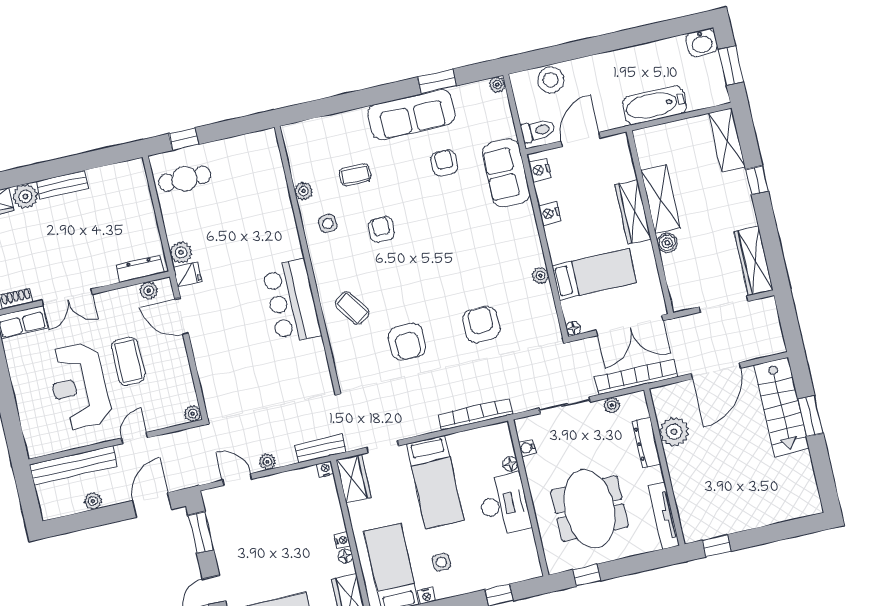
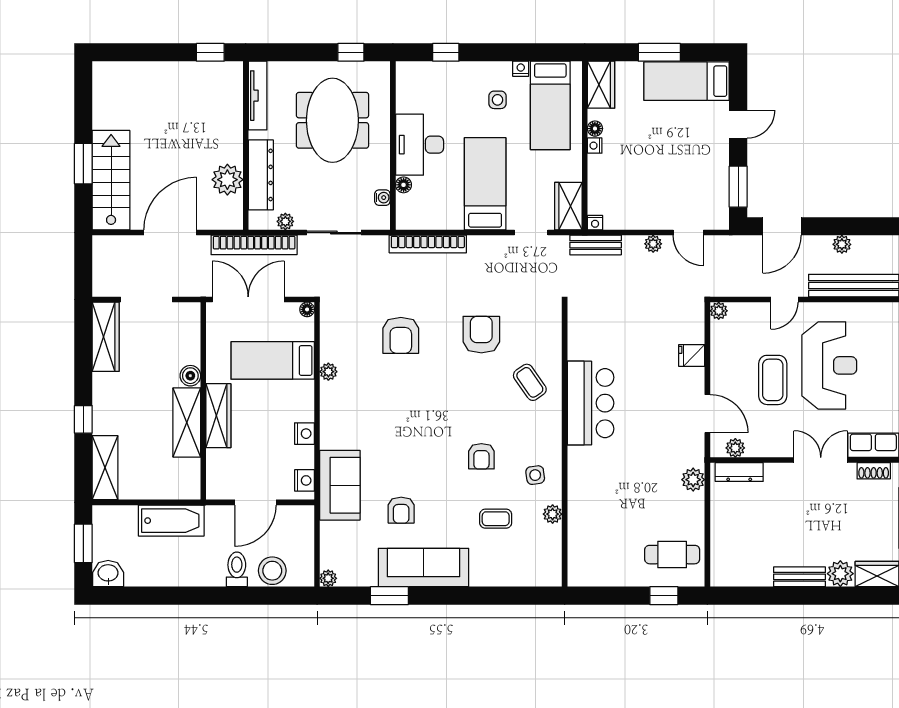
toilet: (538, 131) -> (237, 569), moved, turned 90
fridge: (187, 275) -> (692, 356), moved
dresser: (646, 443) -> (261, 175), width x1.37, depth x1.24

